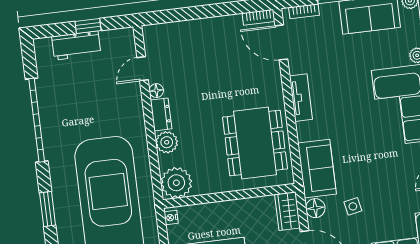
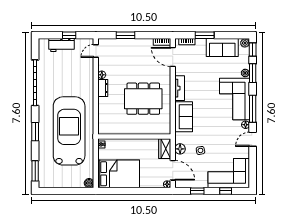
window: (191, 13) -> (126, 35), added
door: (143, 69) -> (96, 51), moved
plant: (167, 142) -> (104, 103), removed
dining table: (255, 143) -> (143, 99), moved, turned 90
sofa: (317, 169) -> (184, 117), moved
plant: (176, 183) -> (106, 126), removed

